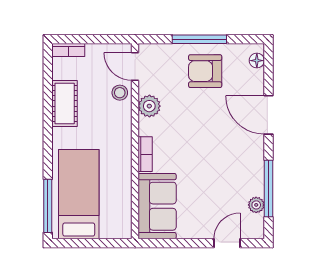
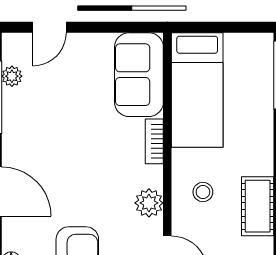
stool: (120, 93) -> (203, 192), moved
bed: (79, 194) -> (197, 90), moved

